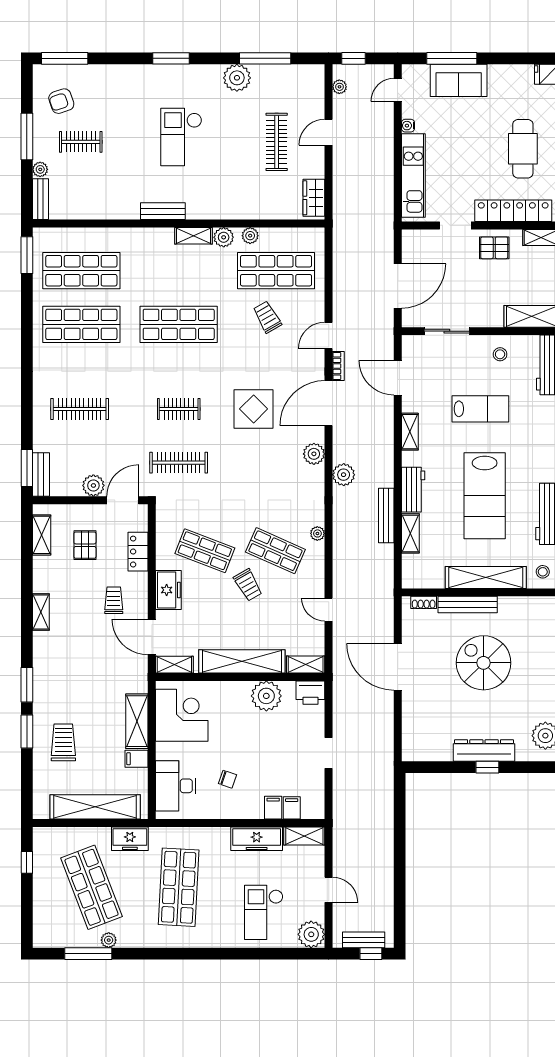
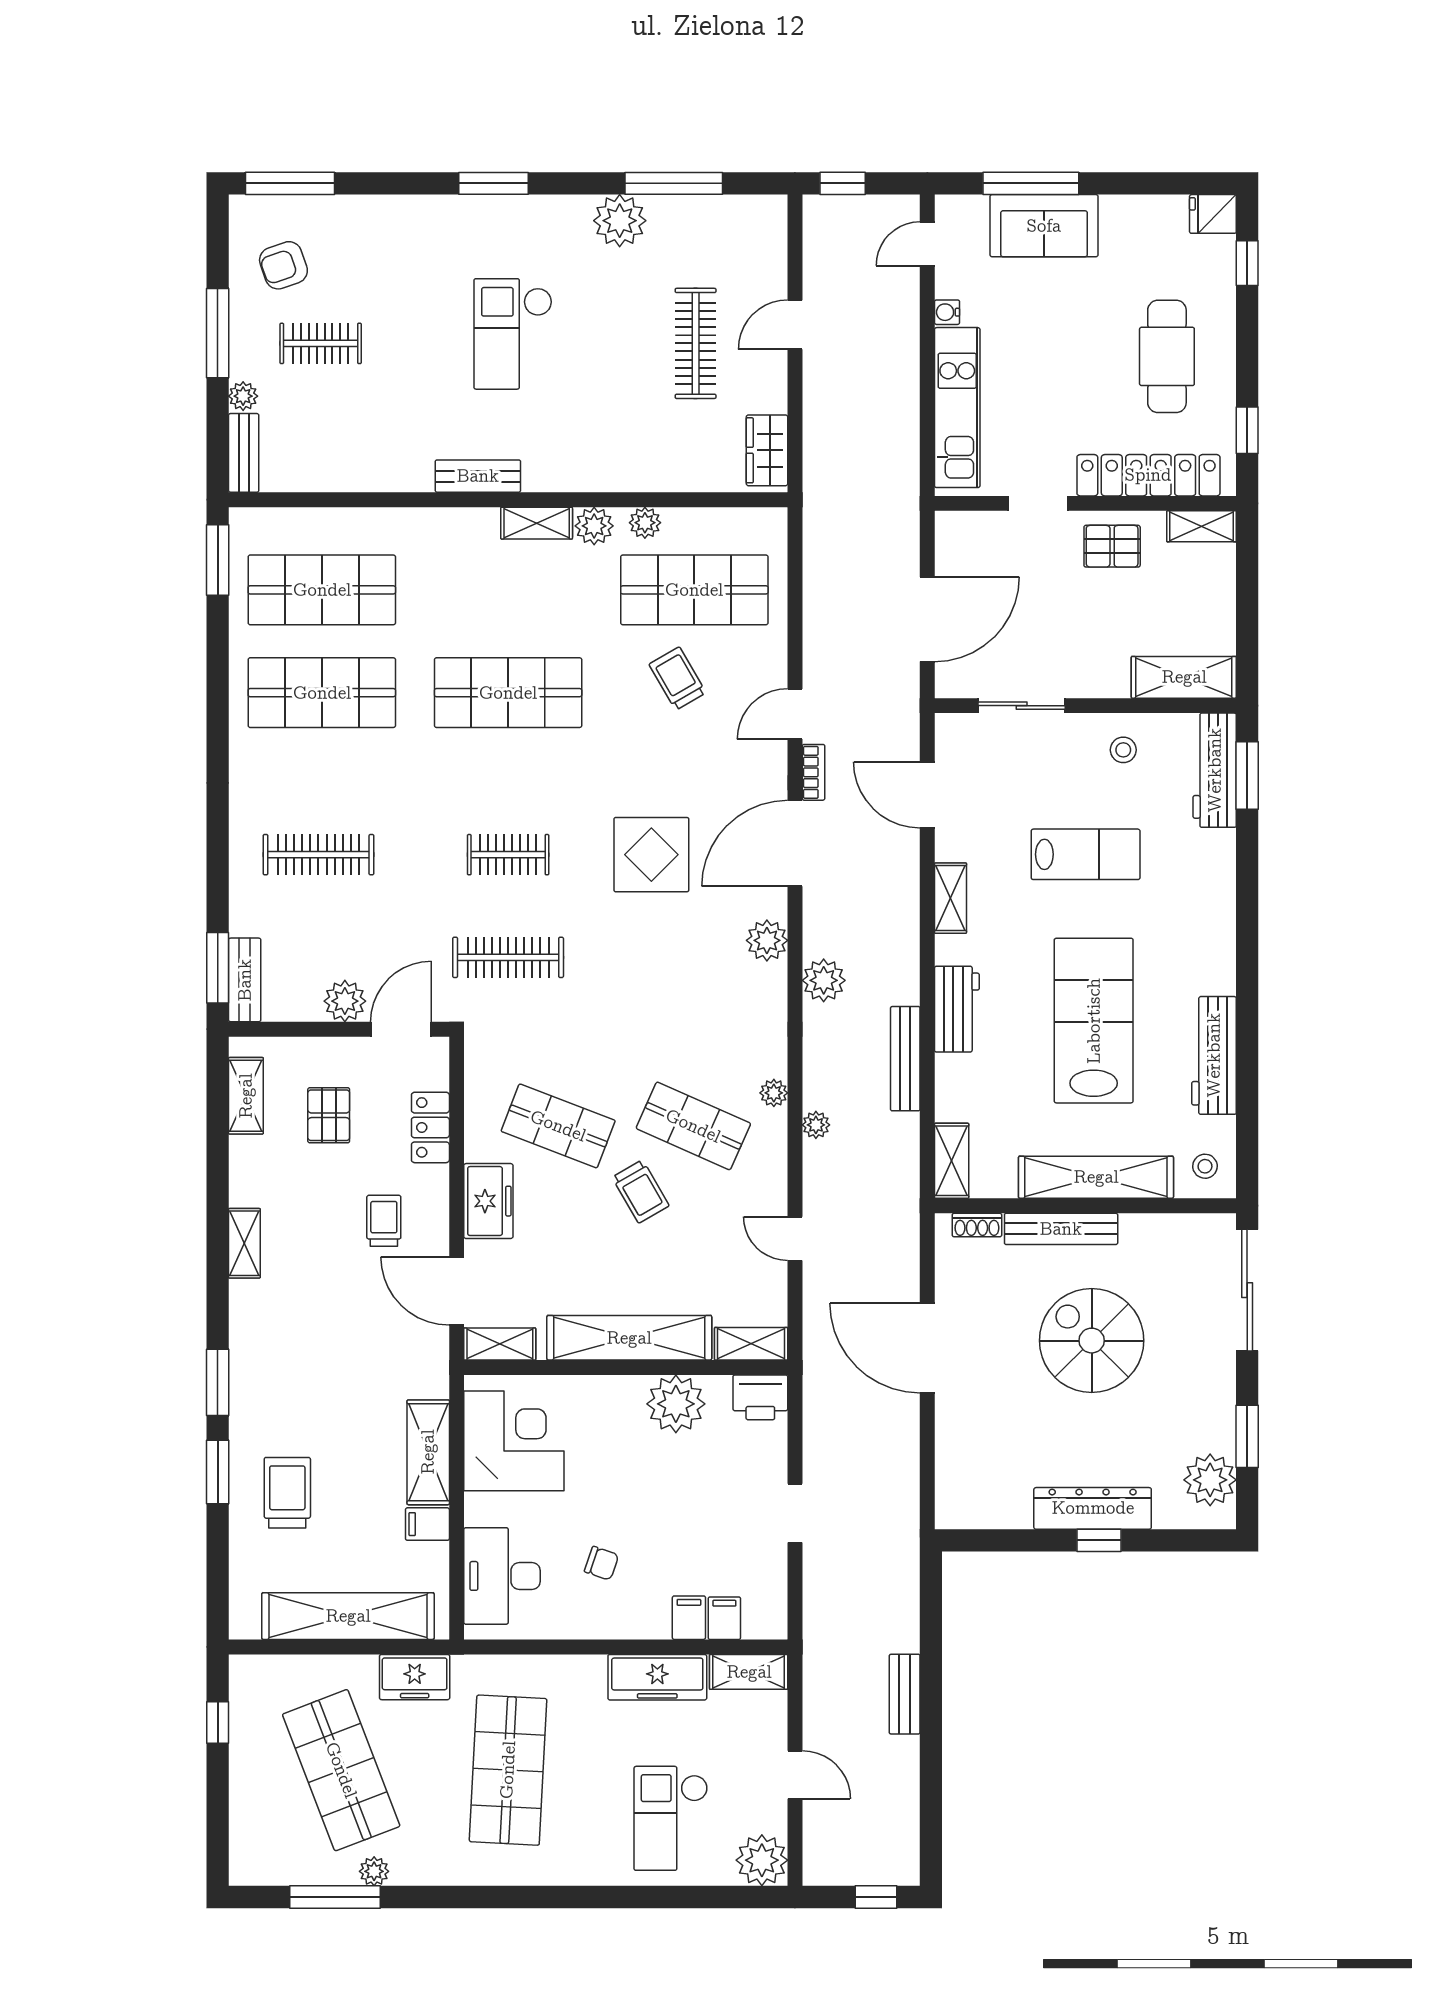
plant: (339, 87) -> (816, 1125), moved
lab bench: (485, 496) -> (1094, 1021), turned 180
shelving: (410, 533) -> (952, 1161), moved
bench: (364, 940) -> (905, 1694), moved, turned 90

